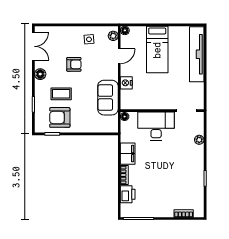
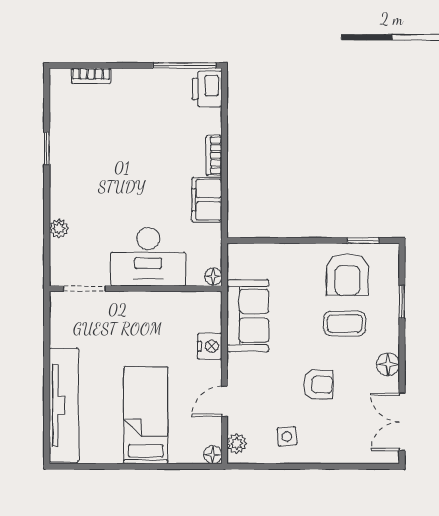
armchair: (74, 64) -> (318, 385), turned 180
armchair: (60, 117) -> (347, 275), turned 90
printer: (128, 194) -> (207, 89), moved

